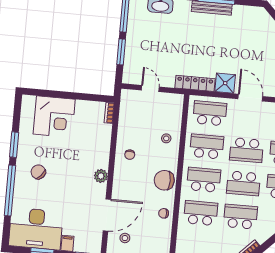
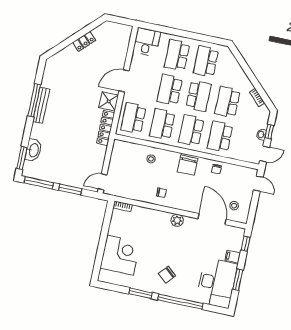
door: (150, 89) -> (102, 182), moved
school desk: (246, 150) -> (170, 90), turned 180

